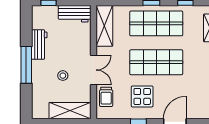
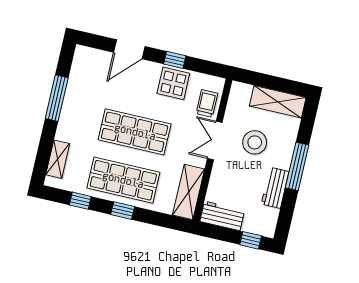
stool: (63, 76) -> (255, 142), width x1.89, depth x1.89
display table: (142, 96) -> (173, 83), moved
shelving: (70, 111) -> (278, 102), moved

